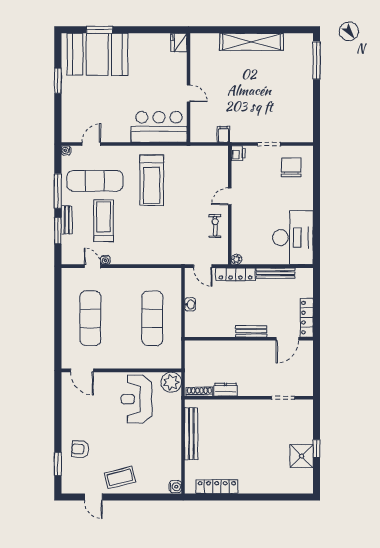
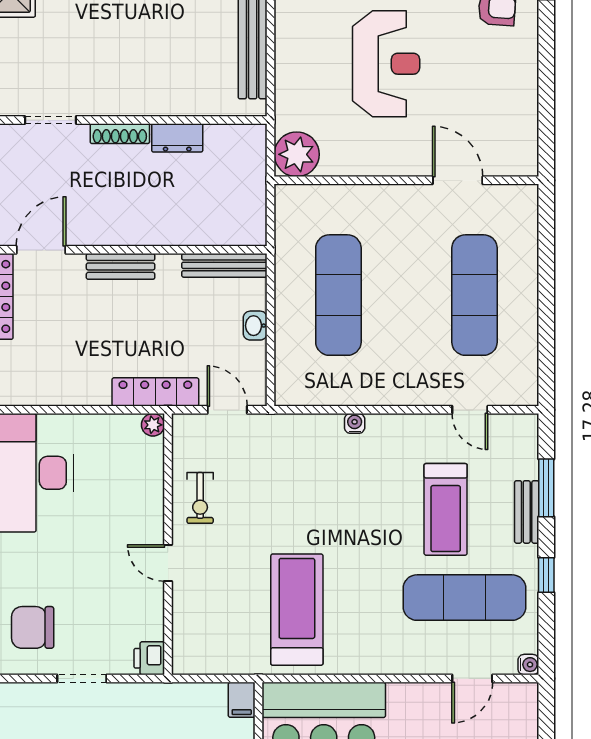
filing cabinet: (224, 134) -> (242, 700), moved
chair: (291, 167) -> (33, 627), turned 90
treadmill: (152, 180) -> (297, 610), moved
window: (58, 191) -> (546, 575), width x0.46
door: (230, 196) -> (168, 563), swing flipped
water cooler: (105, 260) -> (355, 423), moved
bench: (275, 273) -> (224, 265), moved
door: (82, 370) -> (458, 180), moved
shoe rack: (199, 392) -> (120, 134), moved
reception desk: (137, 399) -> (386, 64), moved

